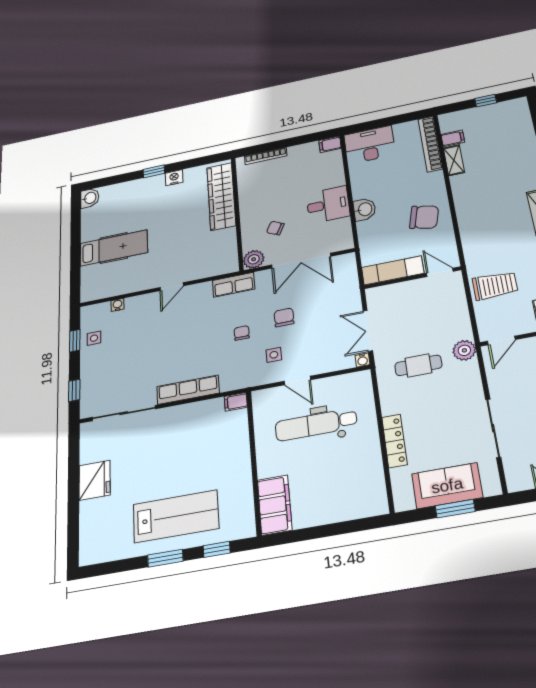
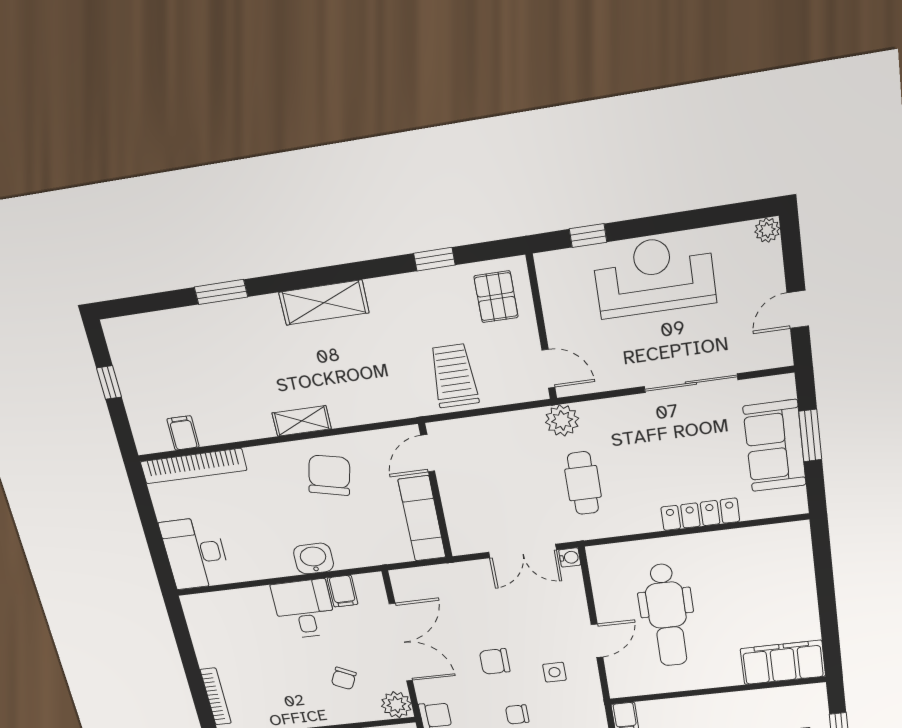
filing cabinet: (330, 144) -> (343, 591), moved
shelving: (454, 160) -> (302, 421), moved

